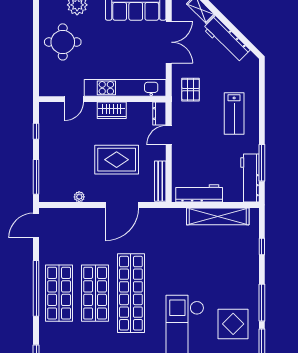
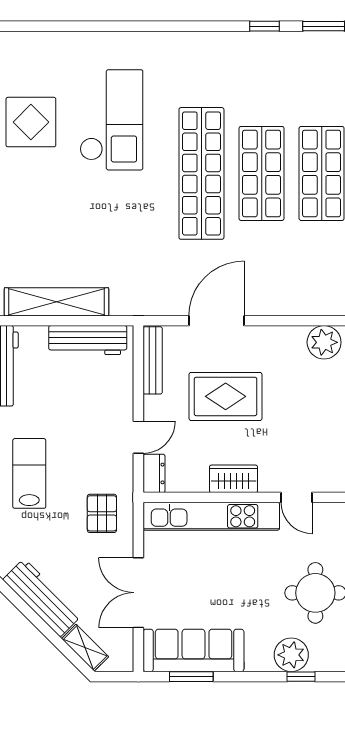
door: (74, 99) -> (297, 497), swing flipped
plant: (79, 197) -> (324, 342), moved, width x1.88, depth x1.88

